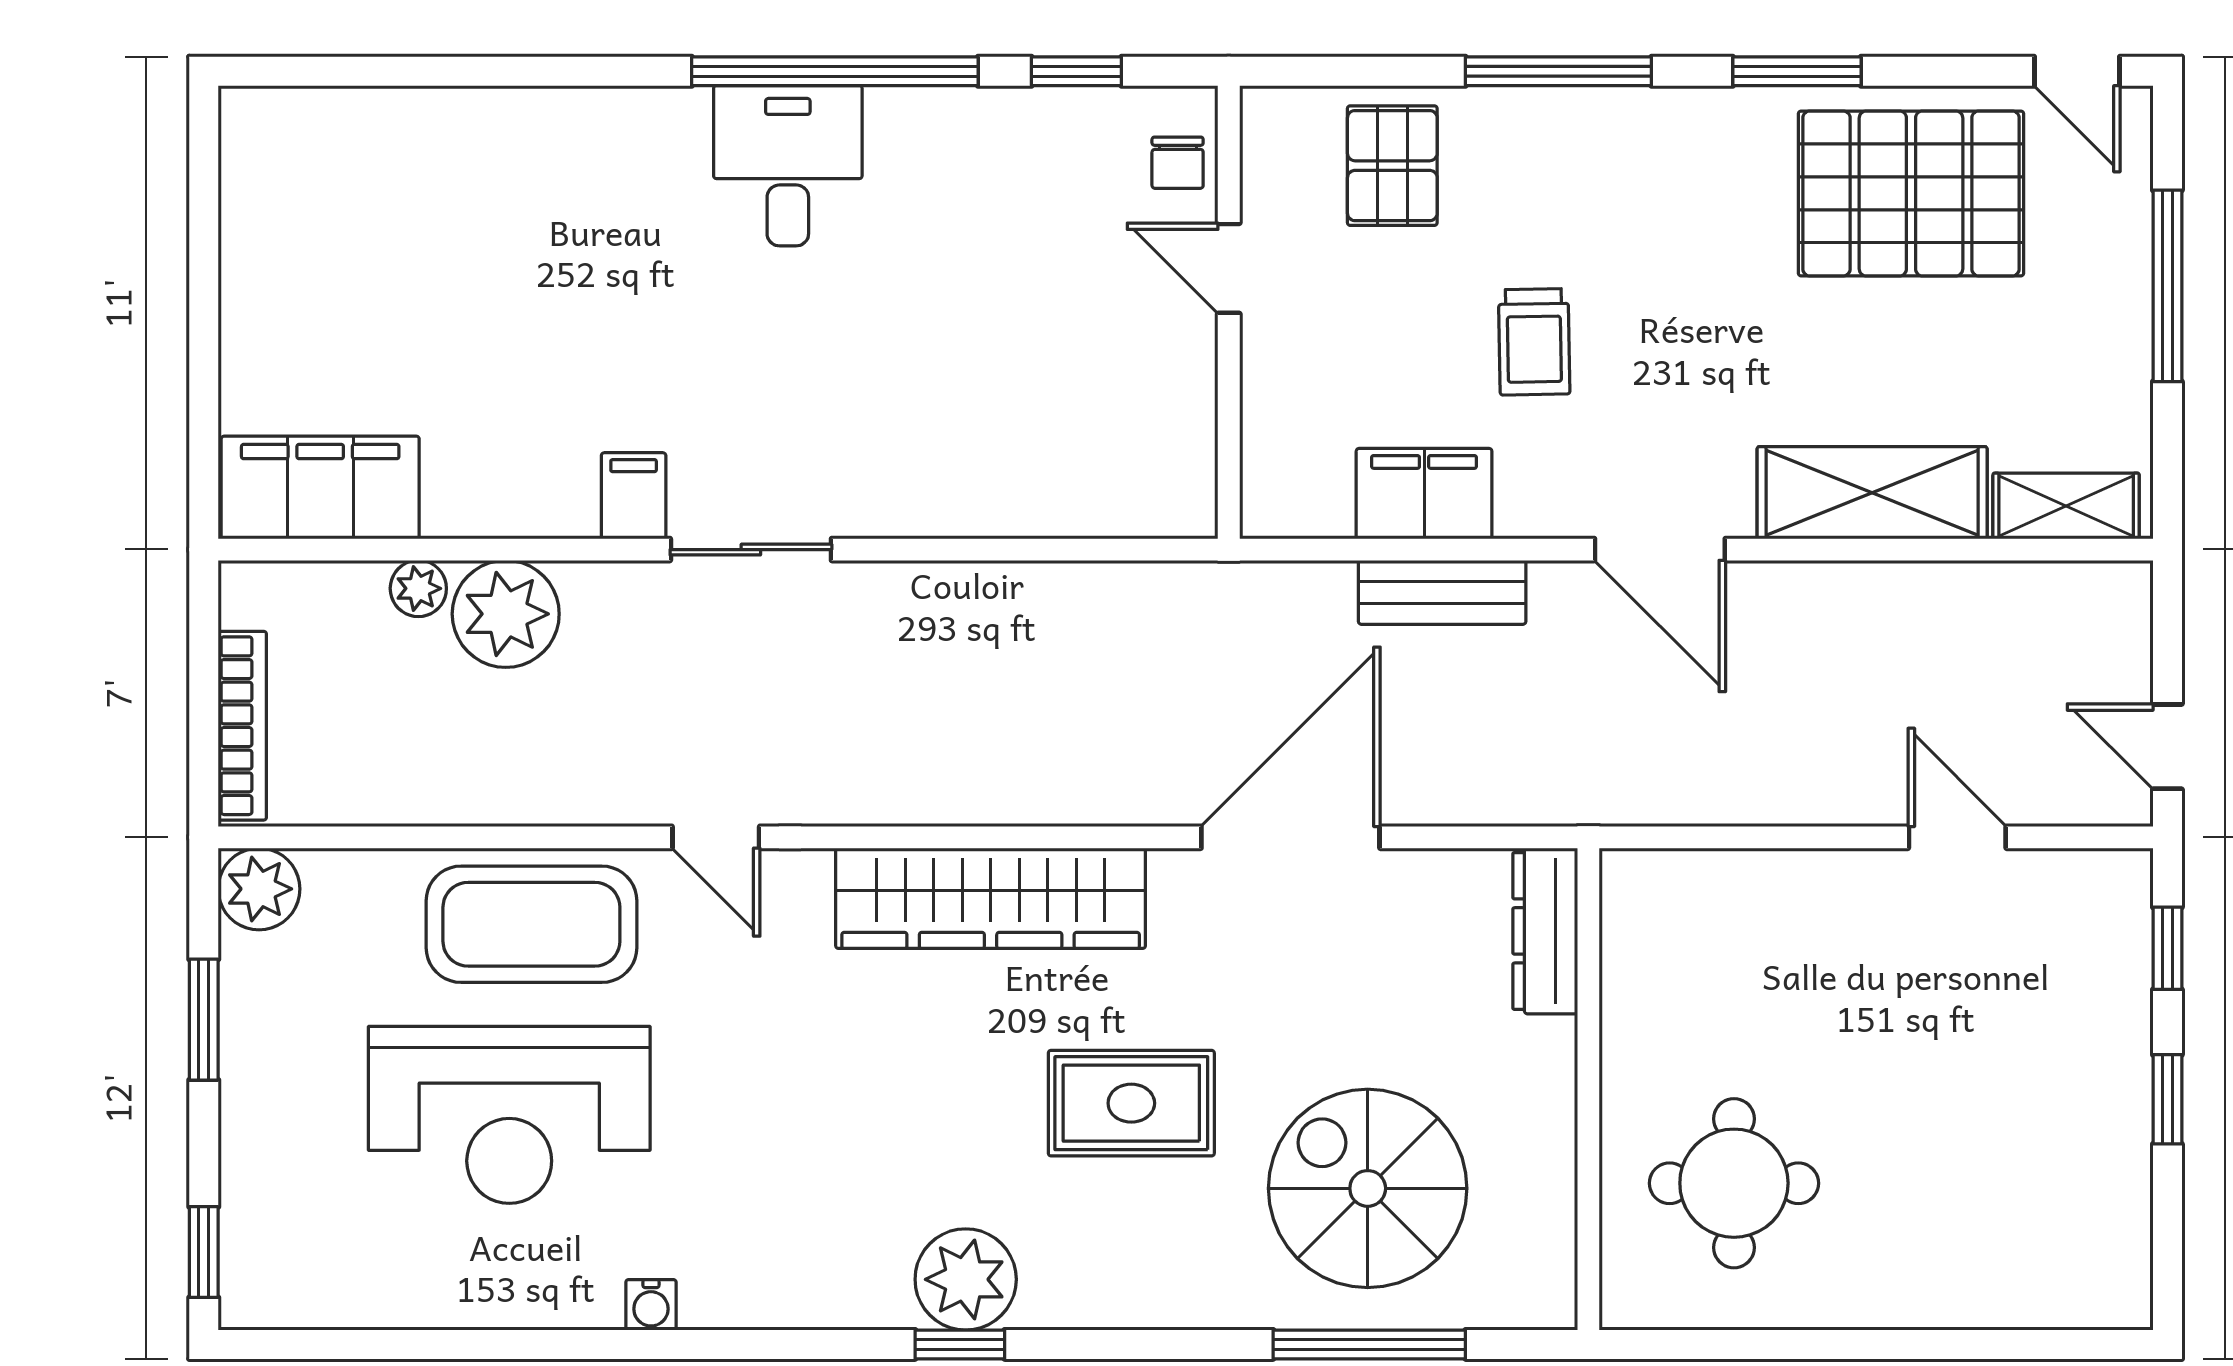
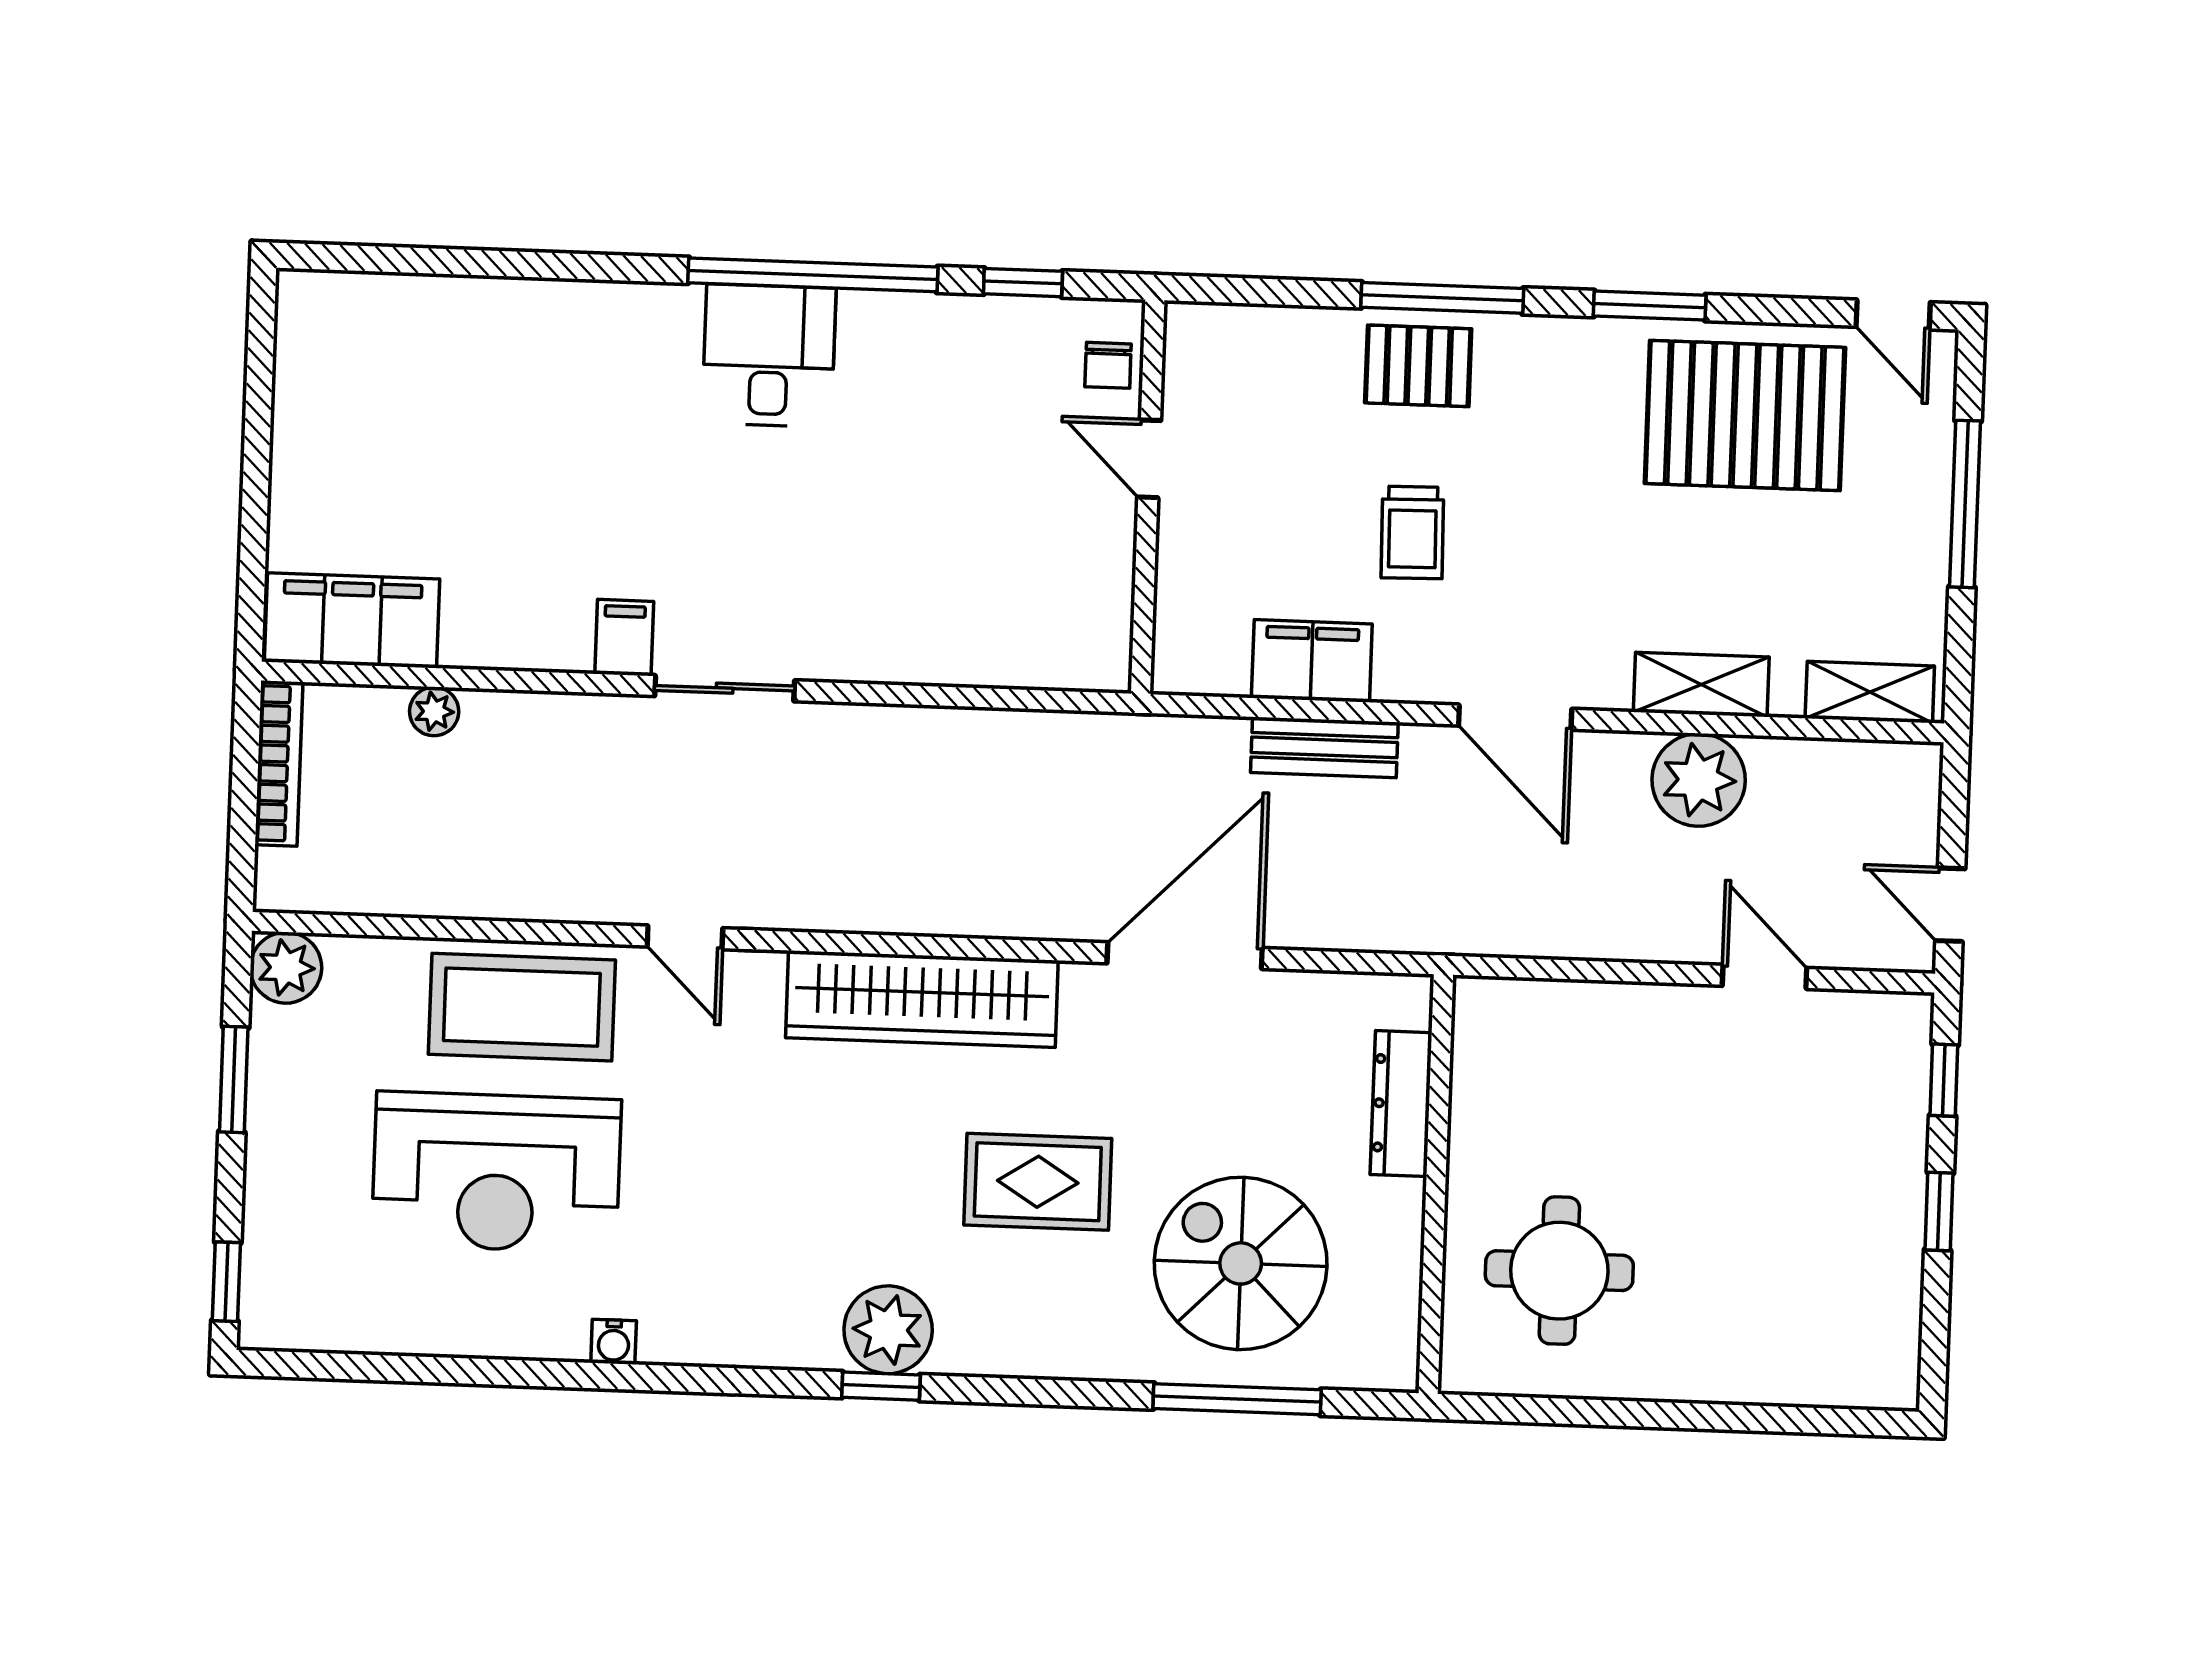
pallet: (1392, 166) -> (1418, 366), moved, turned 90
shelving: (1872, 493) -> (1701, 685), width x0.67, depth x0.75
plant: (506, 614) -> (1699, 780), moved
bookcase: (242, 726) -> (279, 763), moved
dresser: (1545, 931) -> (1401, 1104), moved

